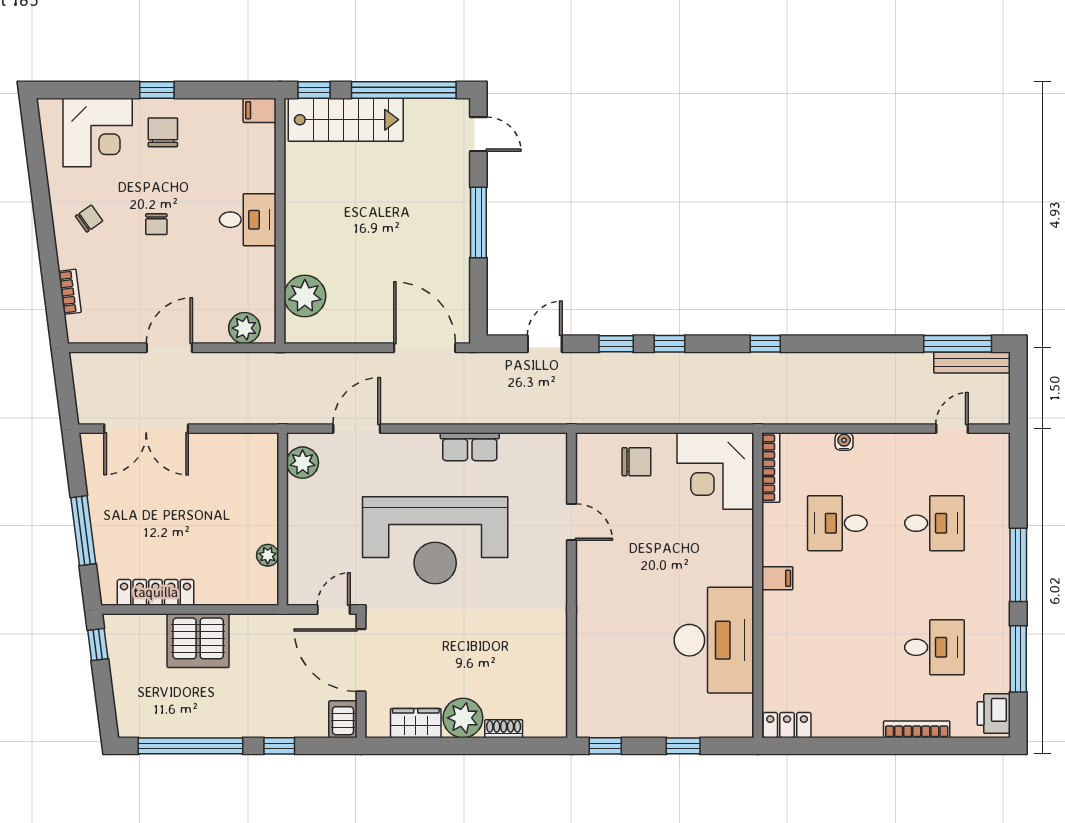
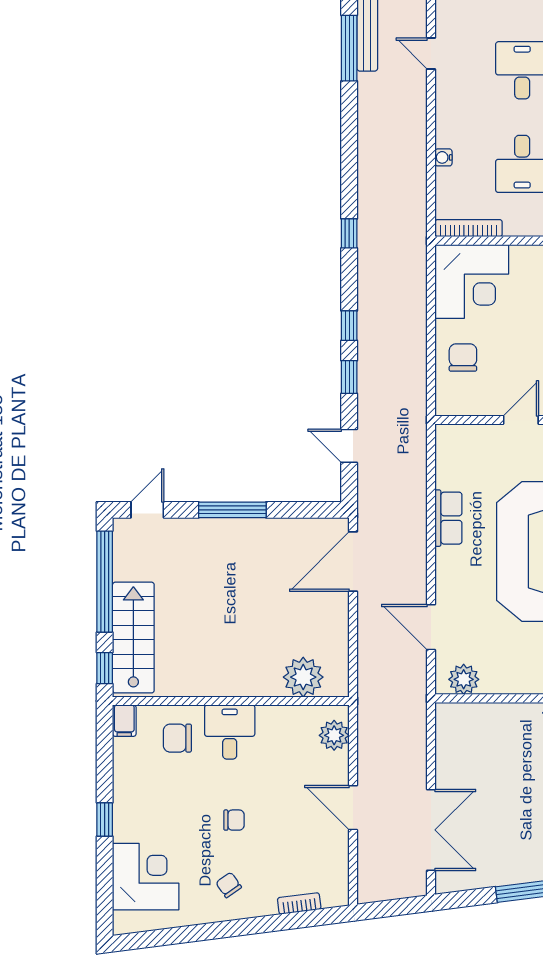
chair: (163, 132) -> (177, 738), moved

